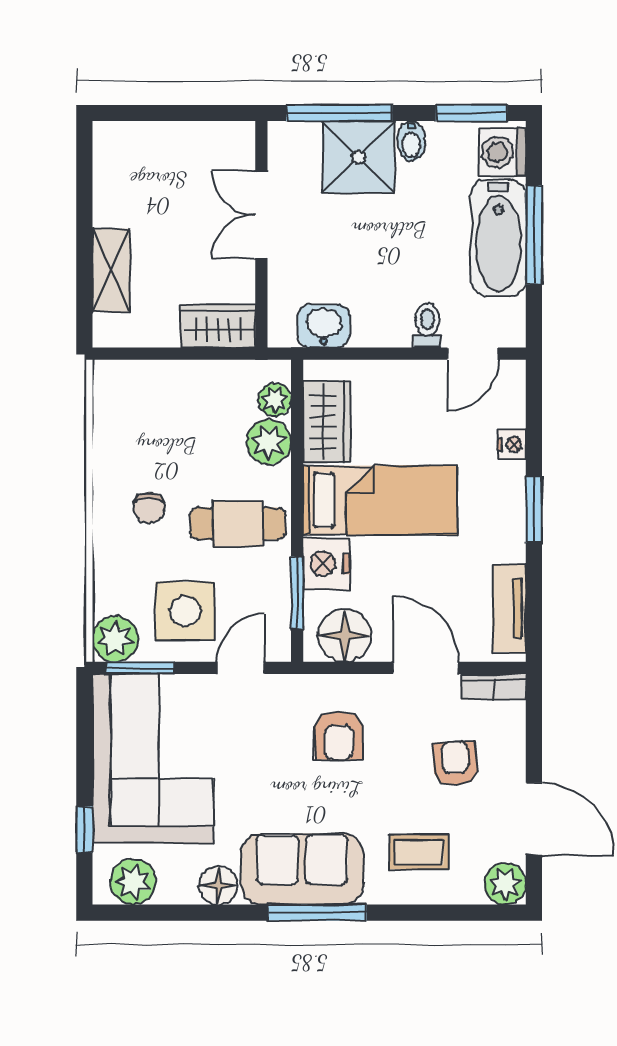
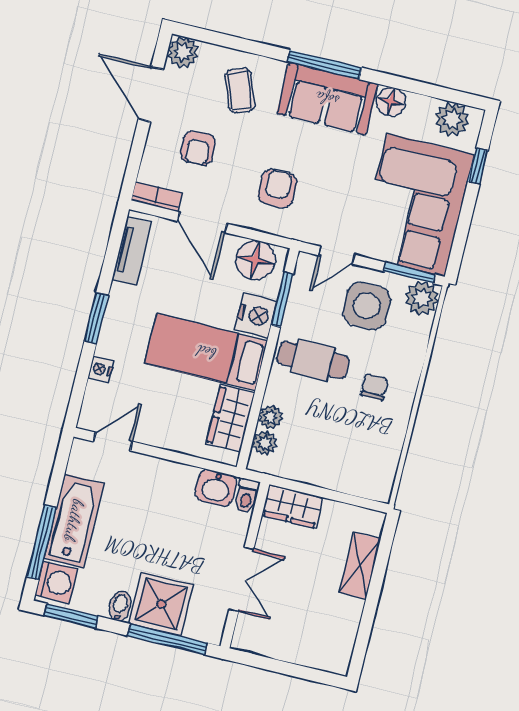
window: (534, 235) -> (42, 542), moved
toilet: (427, 325) -> (247, 496), moved
plant: (269, 442) -> (271, 417), width x0.73, depth x0.73
coffee table: (419, 852) -> (240, 90), turned 70

